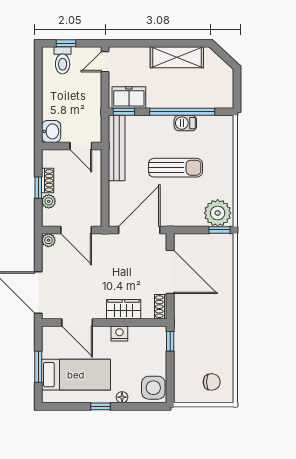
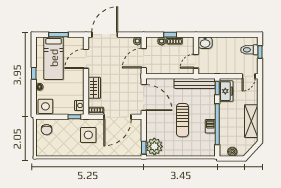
door: (105, 62) -> (249, 76), swing flipped
boiler: (226, 88) -> (232, 152), added
side table: (199, 319) -> (88, 135), added
nightstand: (119, 333) -> (79, 105), moved
chair: (212, 382) -> (47, 130), moved

